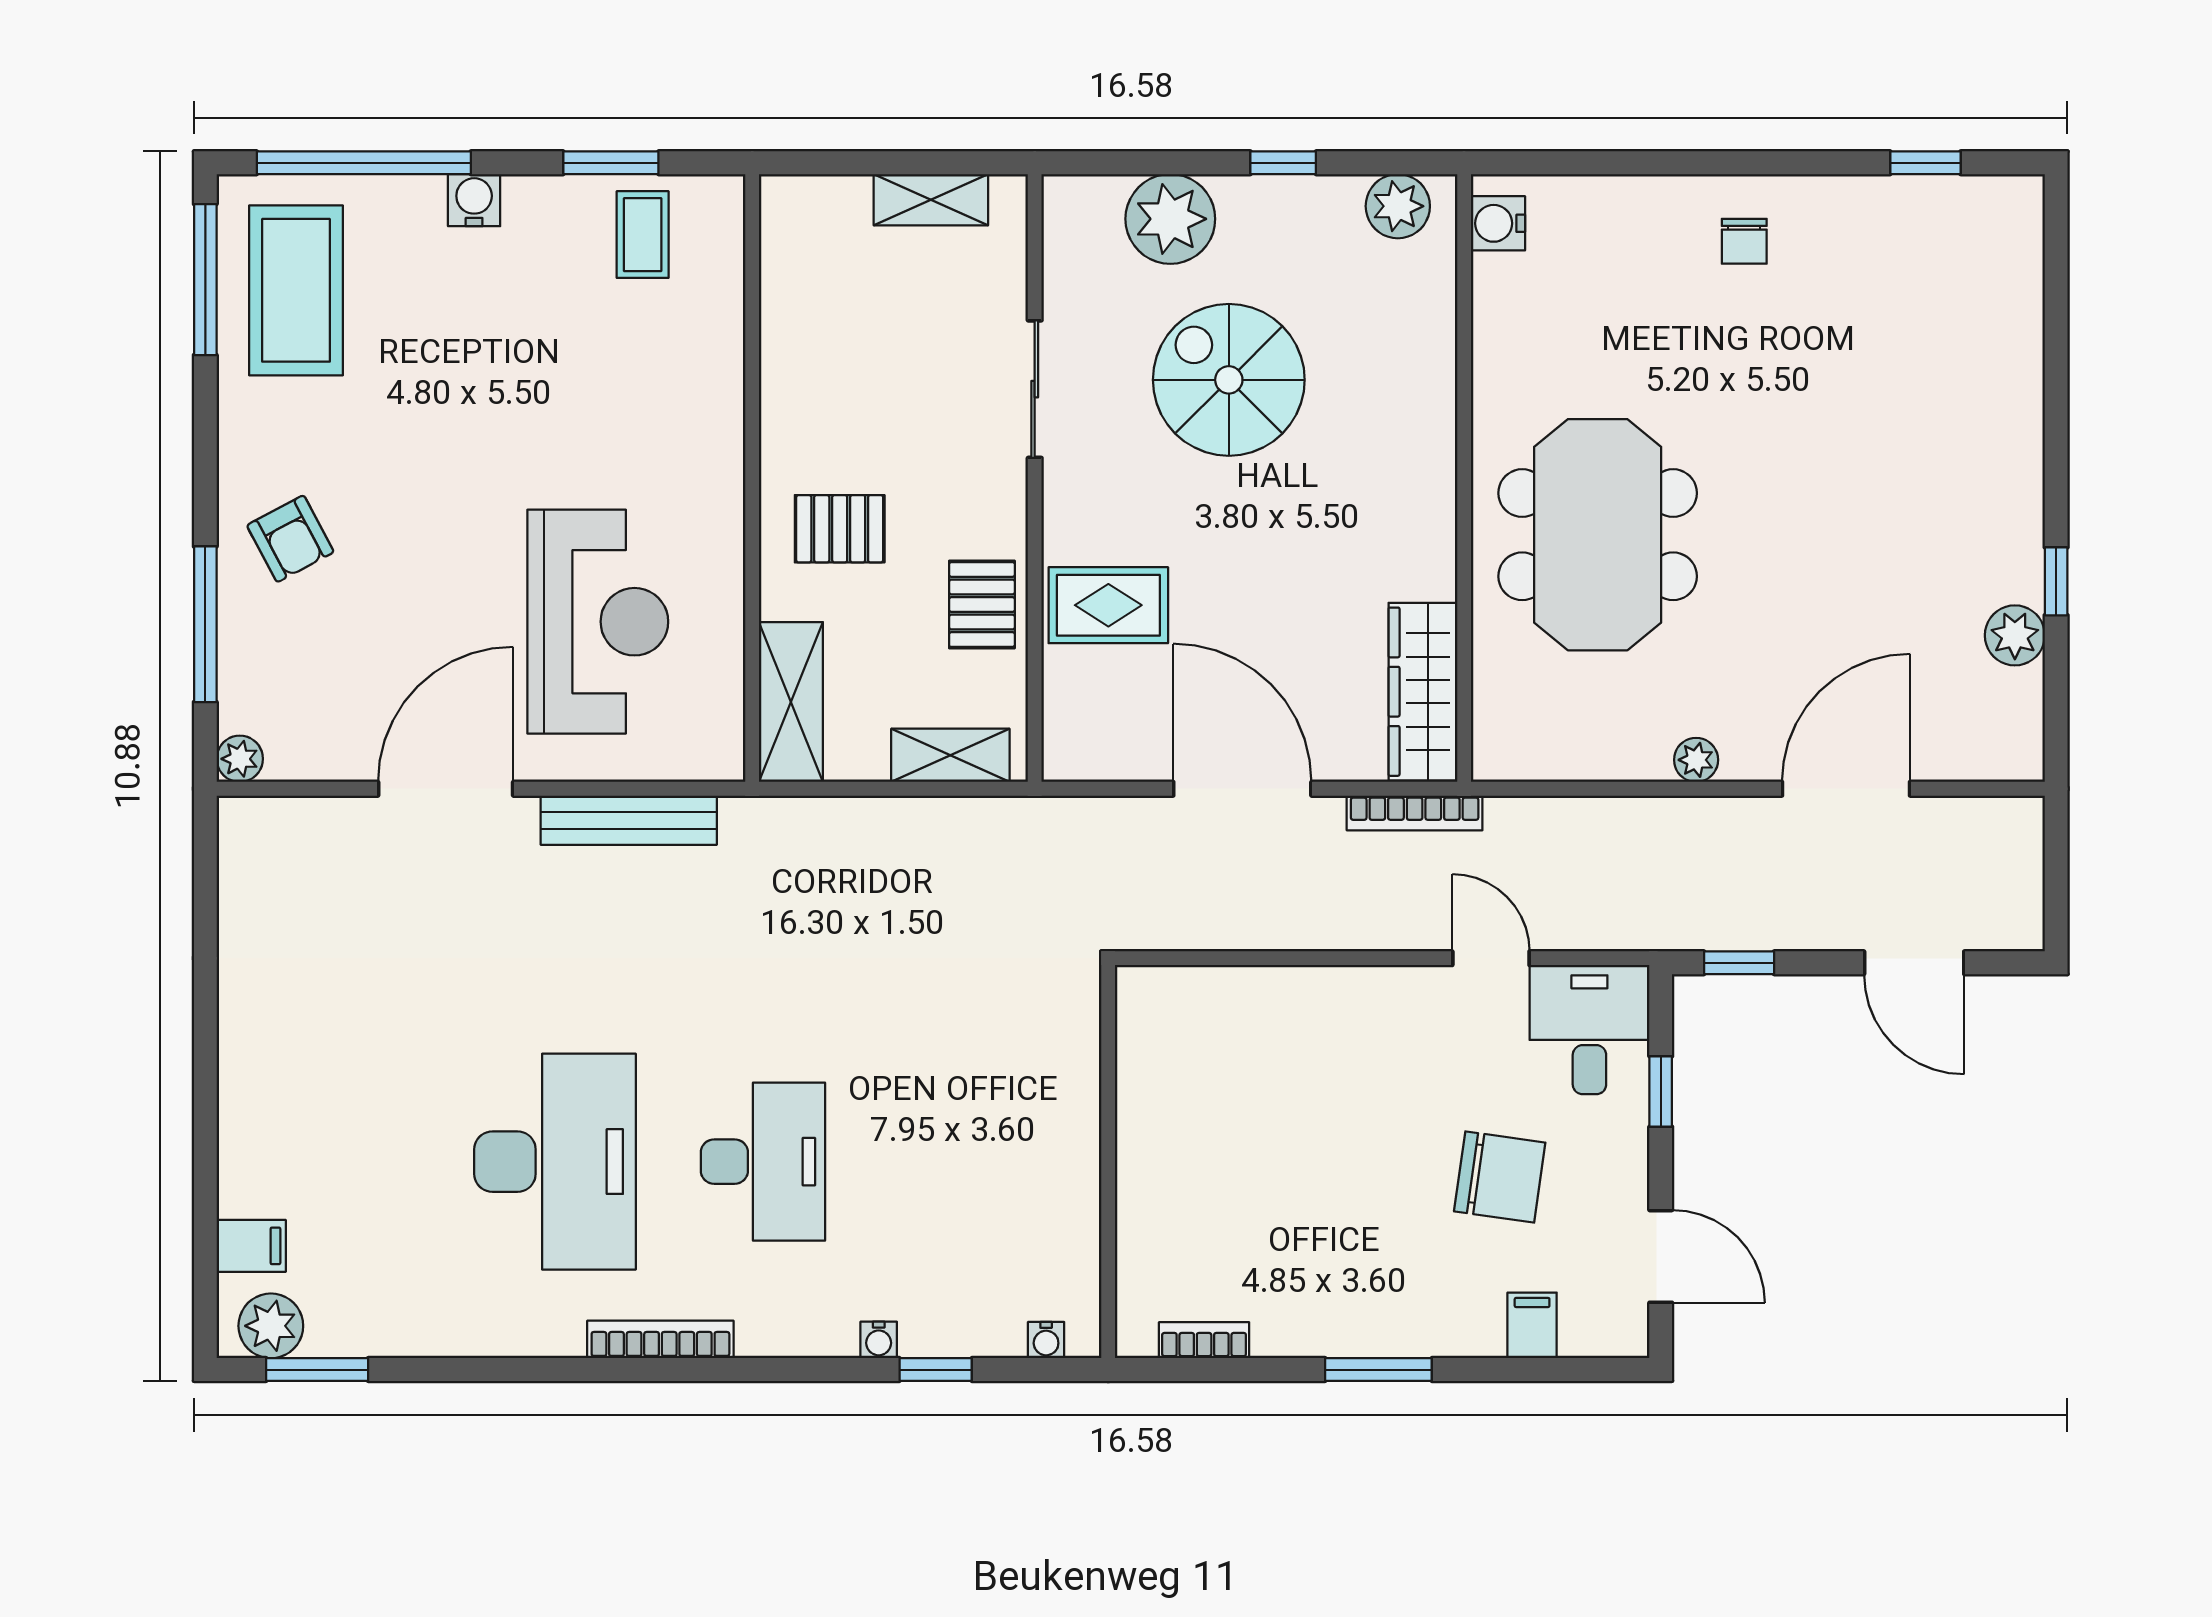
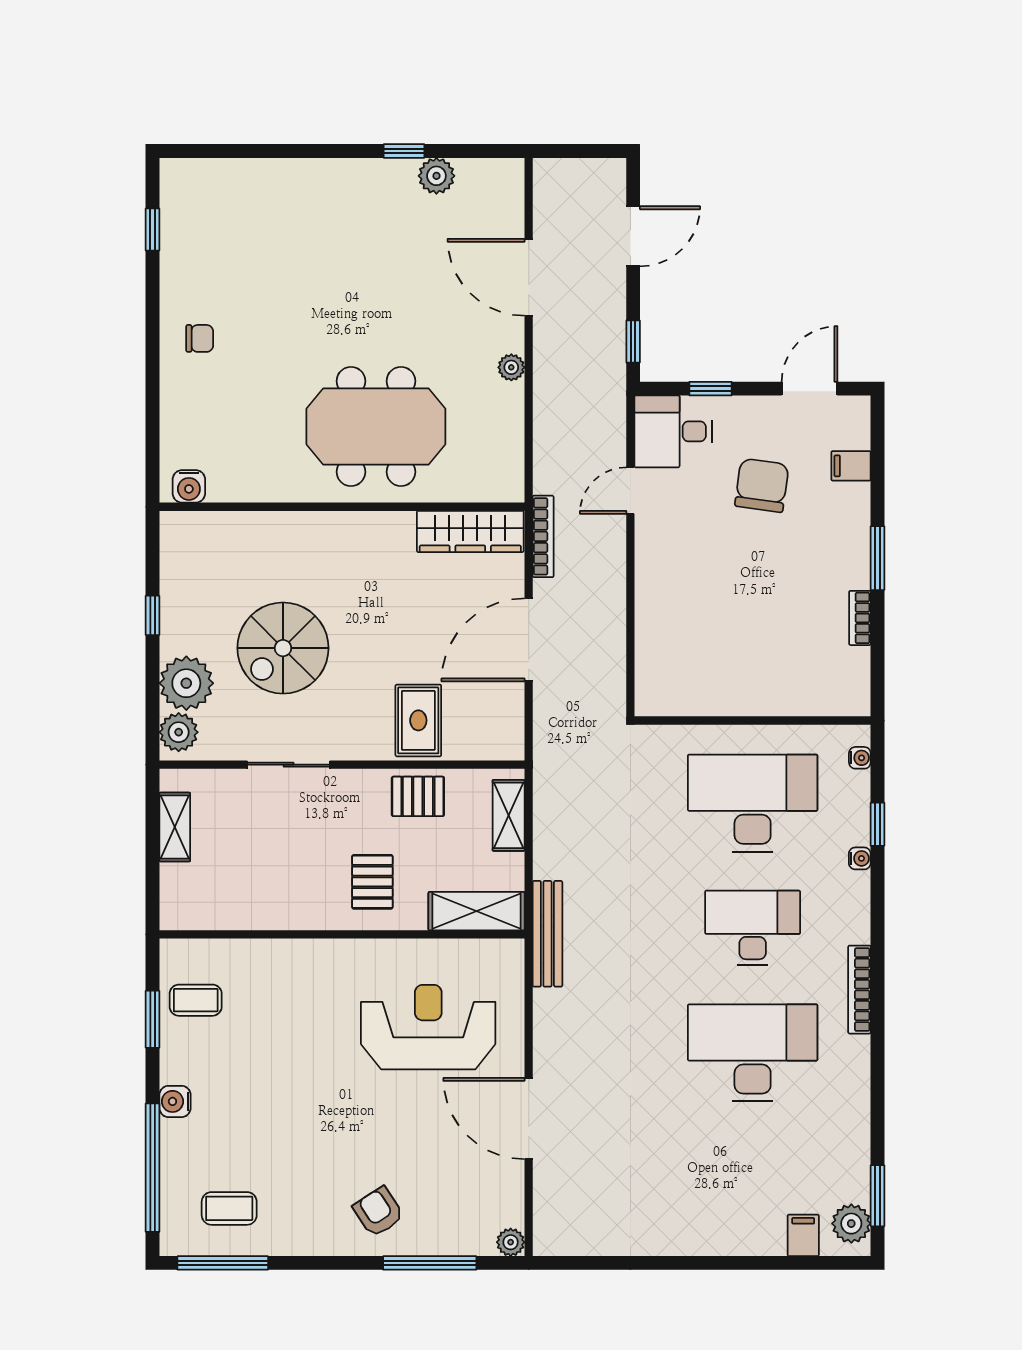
plant: (1398, 206) -> (179, 732), moved
coffee table: (296, 290) -> (229, 1208), width x0.54, depth x0.58
armchair: (290, 539) -> (378, 1212), turned -95
bench: (629, 820) -> (547, 934), moved
desk: (971, 1162) -> (753, 803), added
bookcase: (1204, 1340) -> (860, 618), moved

